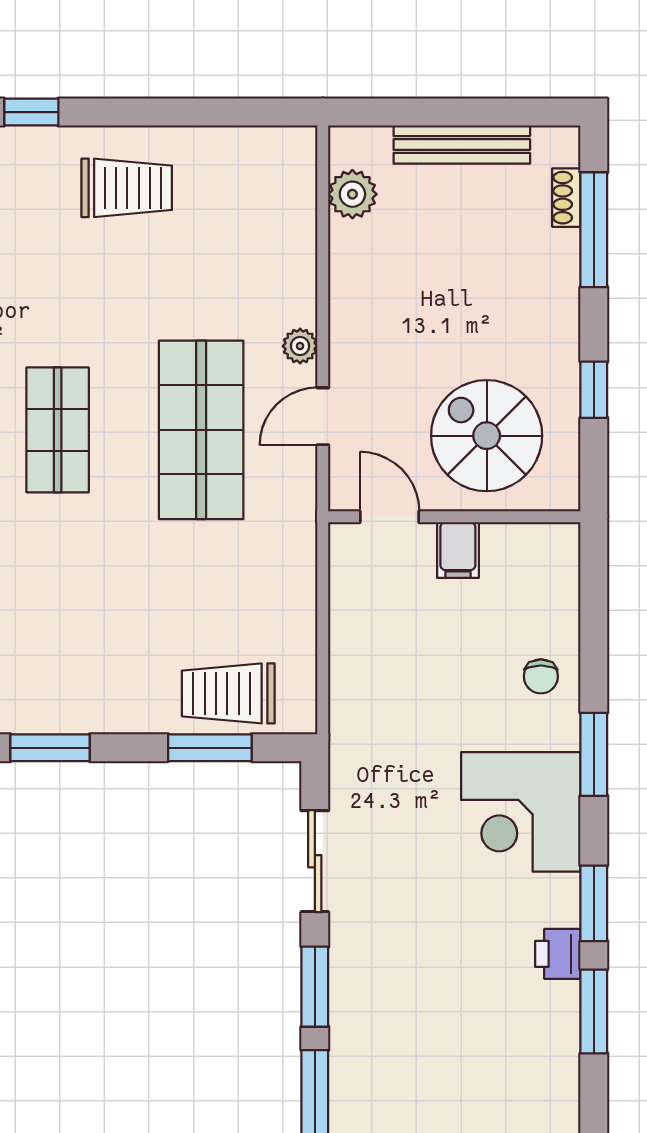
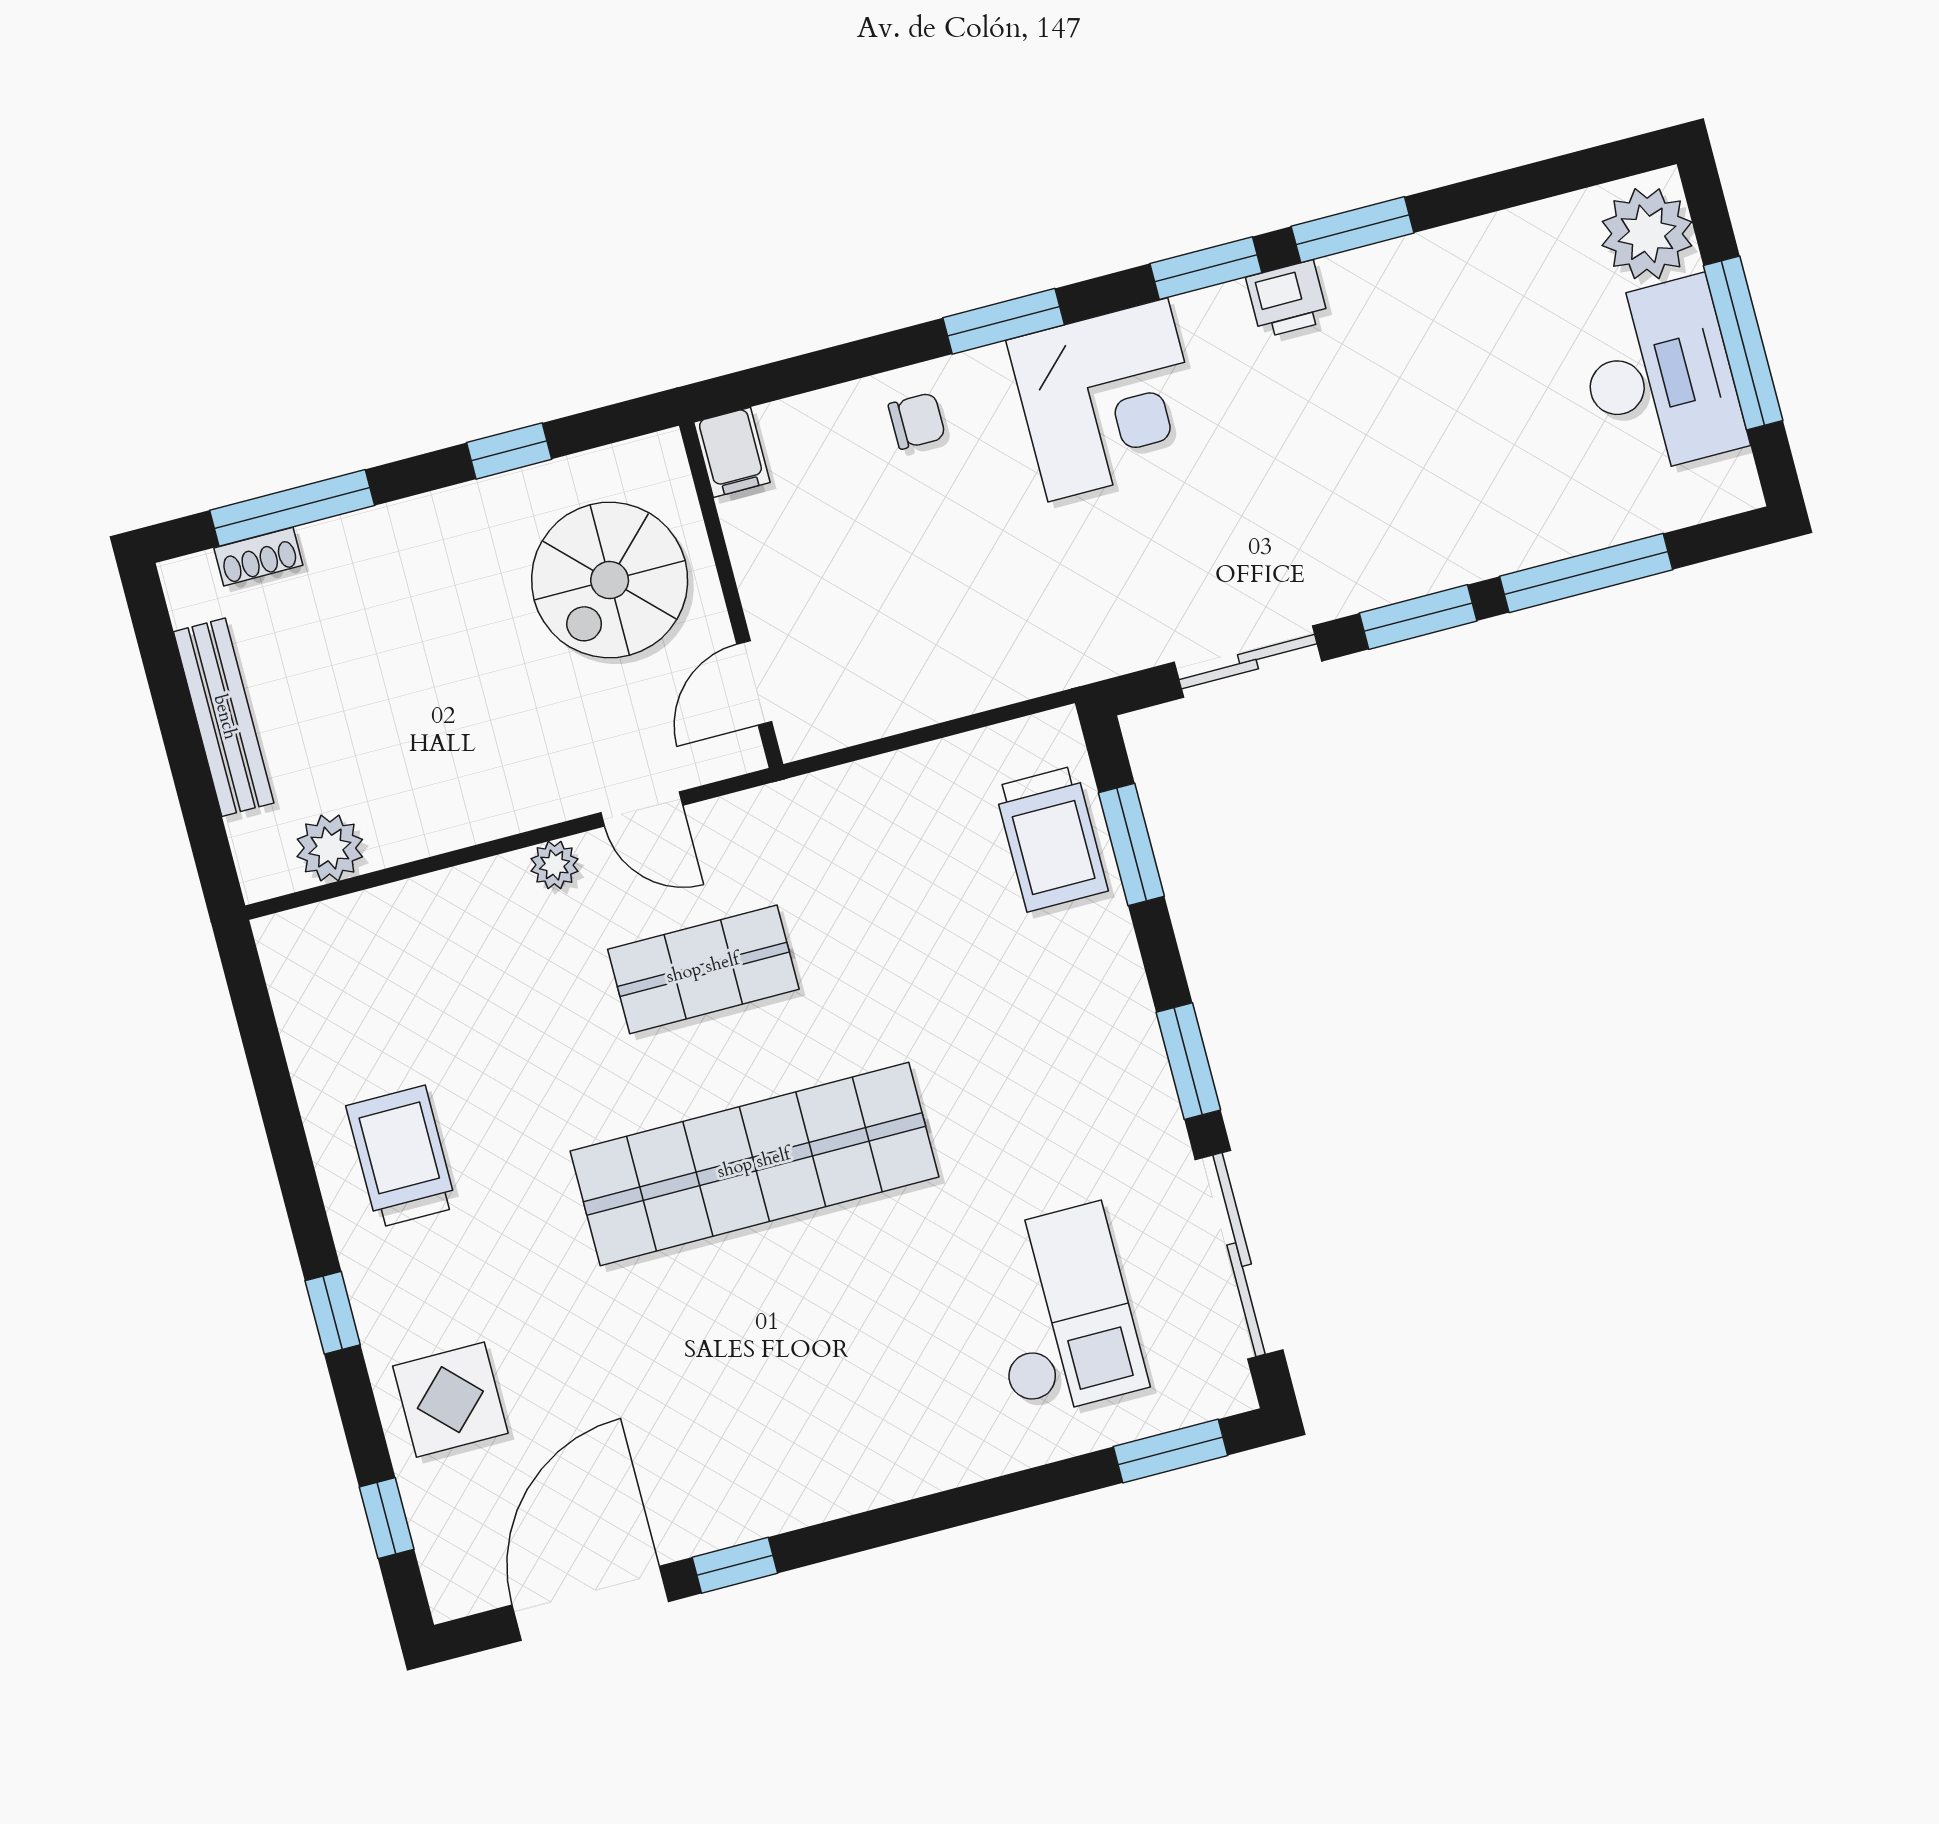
shop shelf: (58, 430) -> (754, 1164), width x2.00, depth x1.36
shop shelf: (201, 430) -> (703, 969), width x0.70, depth x0.74
filing cabinet: (458, 550) -> (732, 452), moved, turned 90

